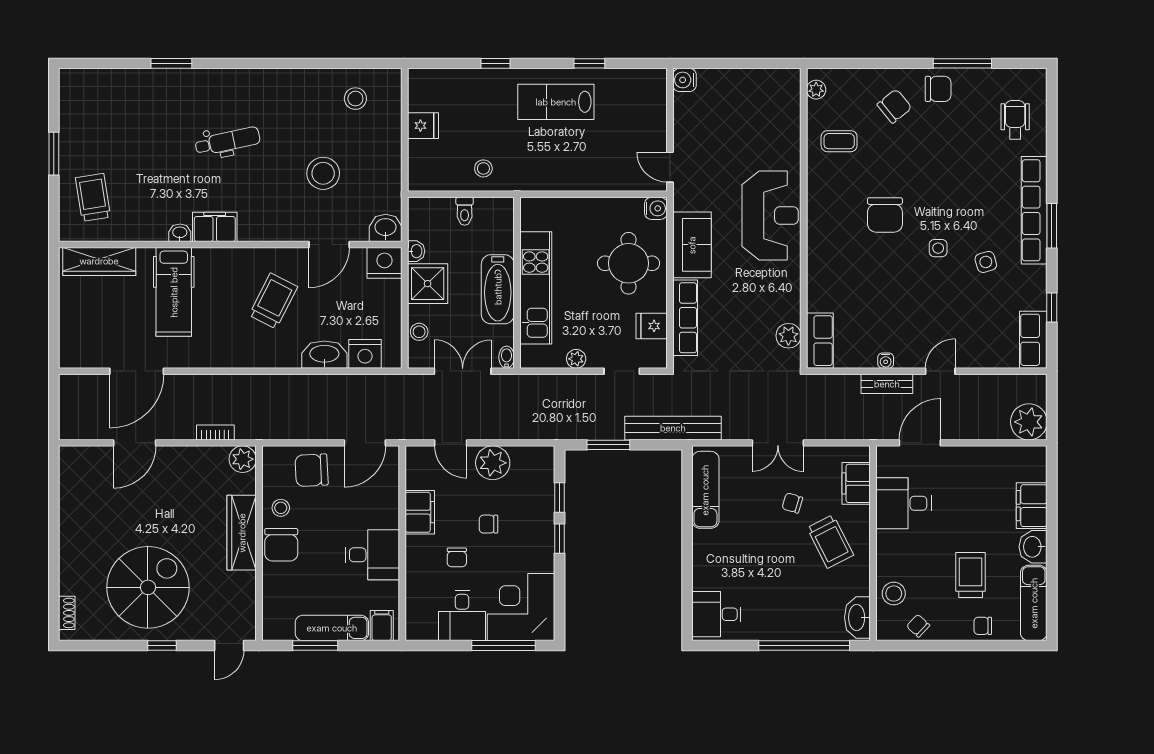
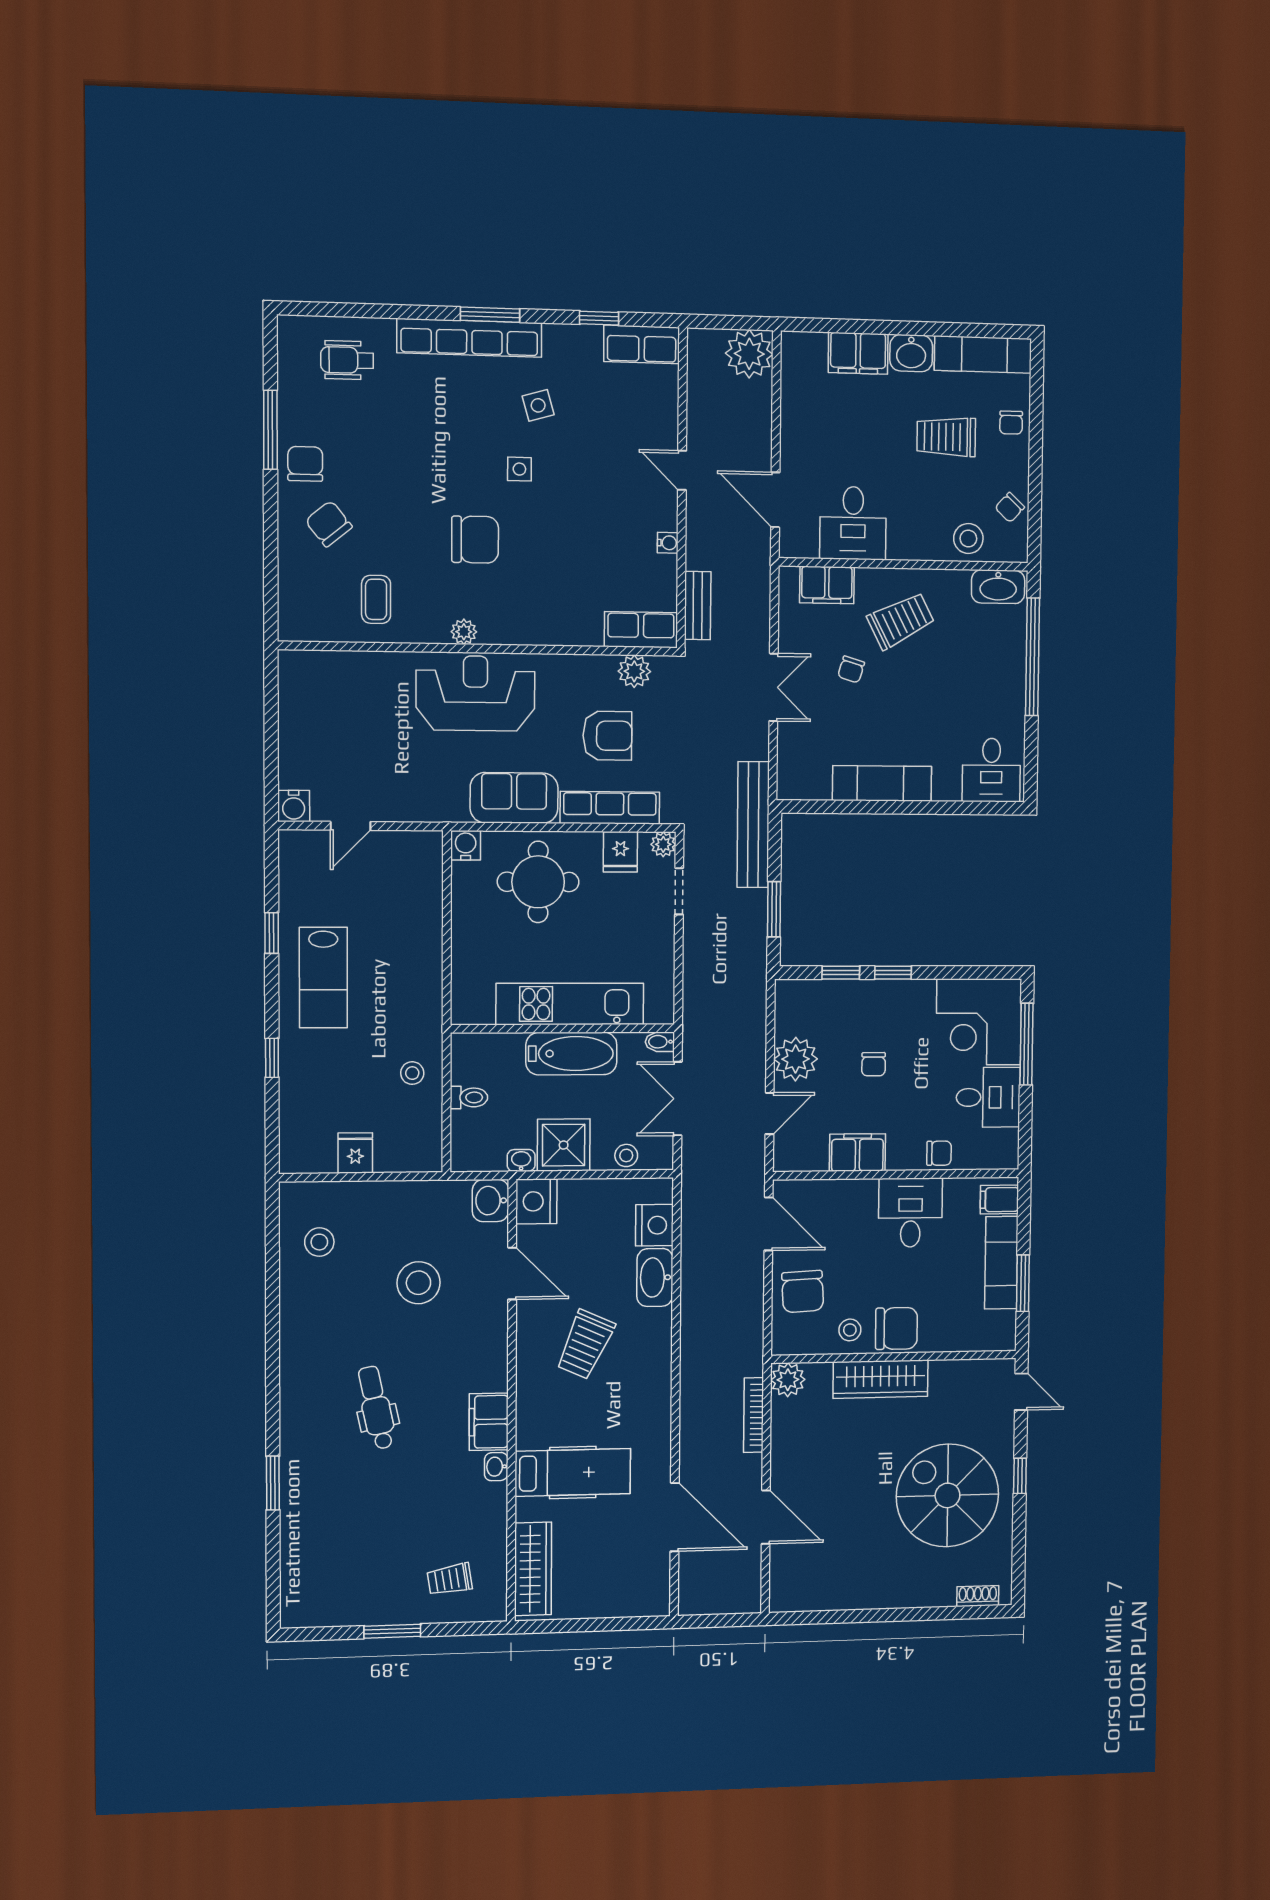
plant: (816, 90) -> (464, 632), moved
door: (670, 167) -> (350, 826), moved
trolley: (93, 197) -> (450, 1579), width x0.73, depth x0.72
trolley: (273, 301) -> (585, 1344), turned -93
armchair: (740, 316) -> (607, 736), added
plant: (576, 359) -> (663, 844), moved
bench: (887, 384) -> (698, 606), moved
bookcase: (215, 432) -> (754, 1415), width x1.56
exam couch: (705, 490) -> (882, 783), moved
chair: (457, 557) -> (939, 1153), moved

